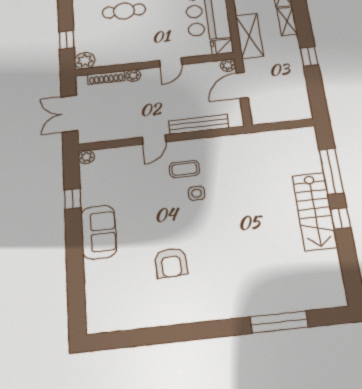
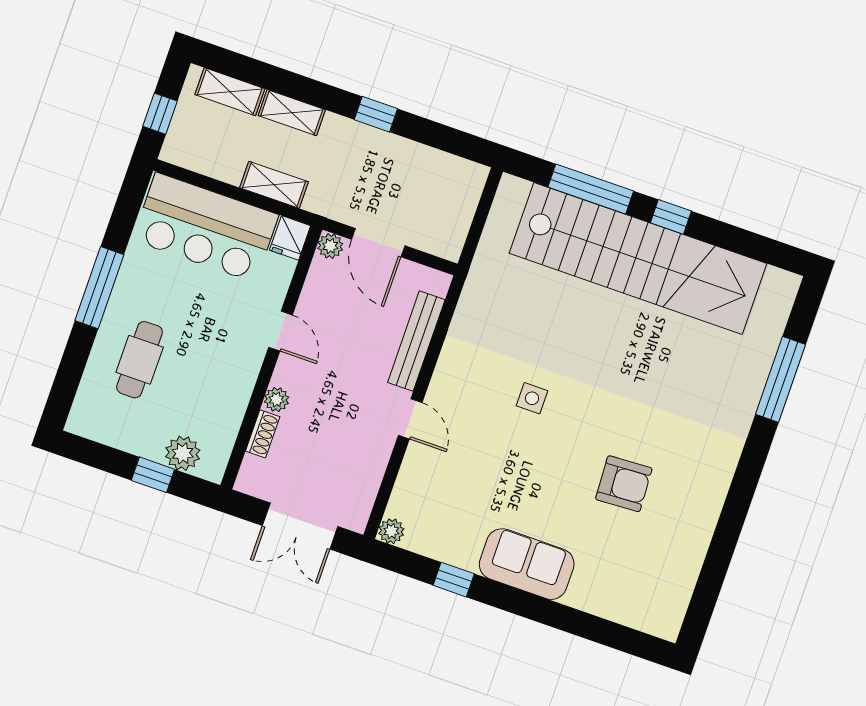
shelving: (249, 36) -> (274, 185), width x0.67, depth x0.75
plant: (85, 61) -> (183, 453), moved
shoe rack: (106, 78) -> (263, 434), width x0.70
coffee table: (184, 169) -> (483, 397), removed
stairs: (315, 211) -> (638, 258), width x1.86, depth x1.51

